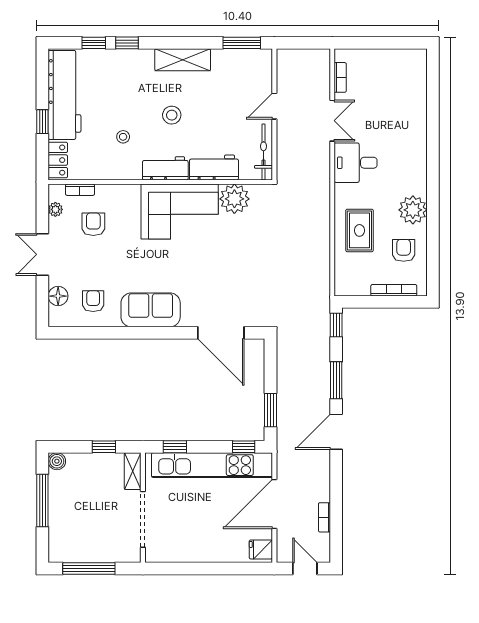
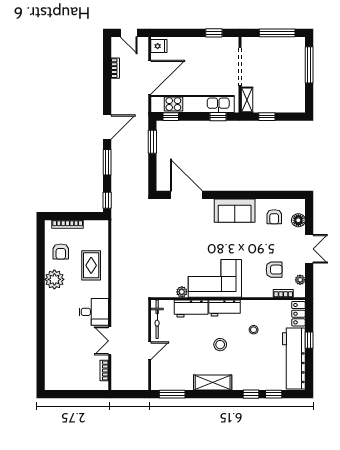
plant: (234, 199) -> (182, 292), width x0.53, depth x0.53
armchair: (93, 224) -> (274, 270), turned -90
boiler: (57, 461) -> (299, 107), removed
window: (42, 500) -> (309, 65), moved
window: (181, 569) -> (214, 33), added

